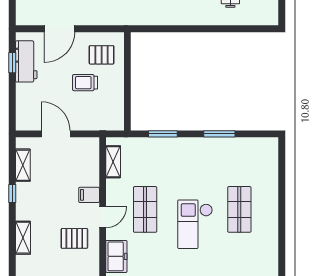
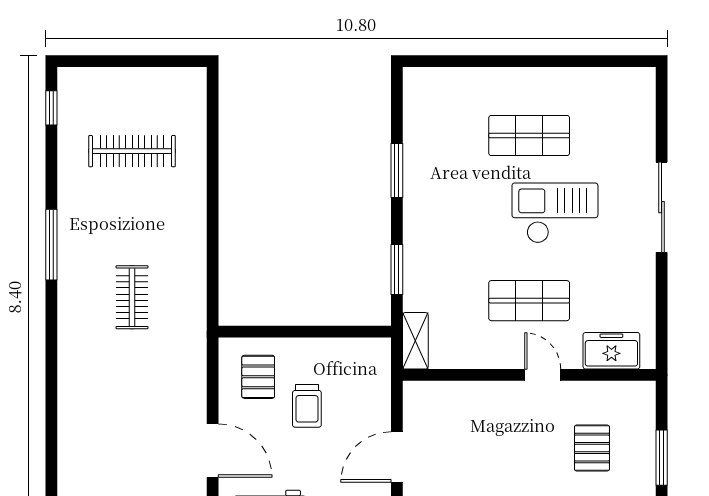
shelving: (113, 162) -> (415, 341), moved, turned 90
filing cabinet: (89, 195) -> (504, 399), removed
checkout: (195, 224) -> (555, 213), turned 180
pallet: (74, 238) -> (592, 448), moved

